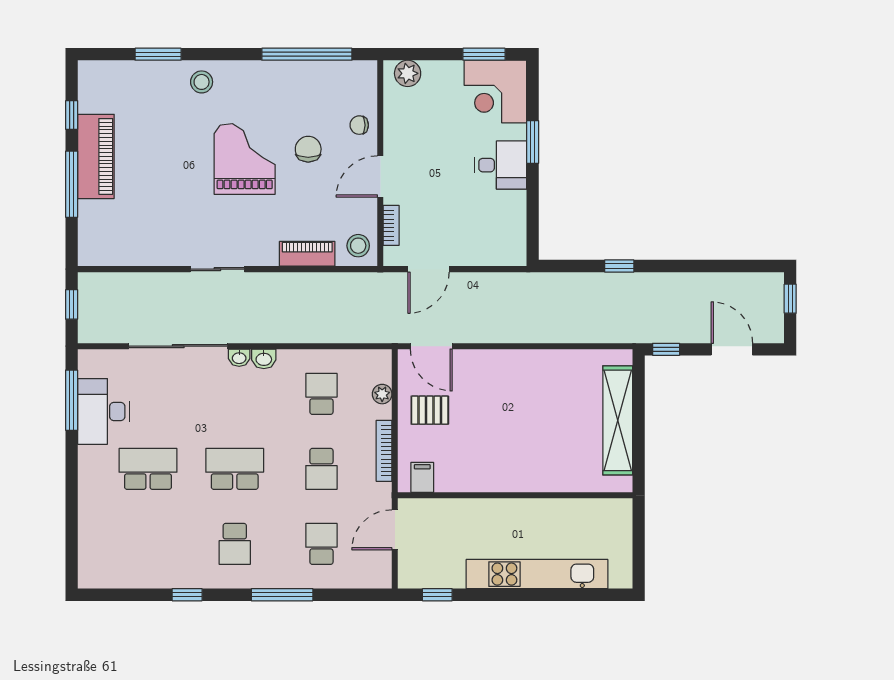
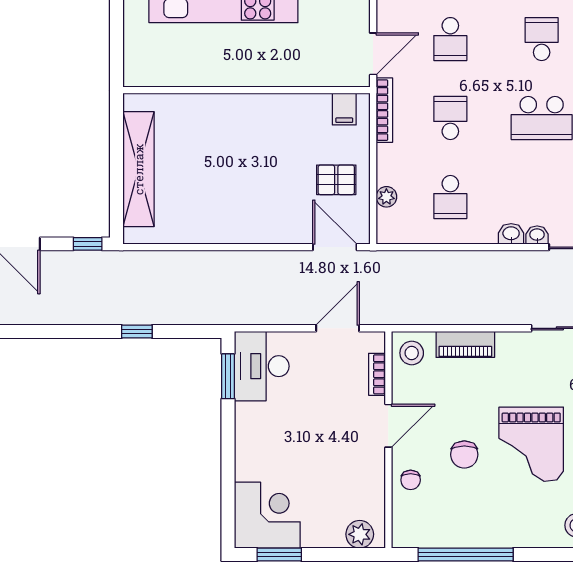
chair: (359, 125) -> (411, 480), turned 90
window: (533, 142) -> (228, 376), moved
desk: (501, 165) -> (262, 366), moved, width x1.37
bookcase: (384, 451) -> (384, 110), moved

